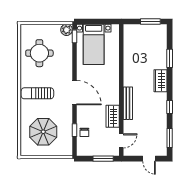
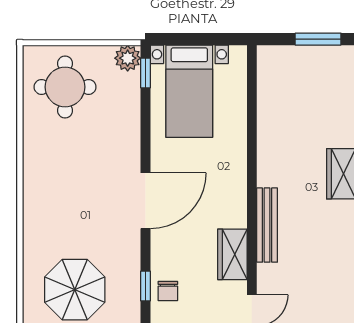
round table: (39, 53) -> (65, 87), moved
sun lounger: (37, 93) -> (61, 202), removed
door: (74, 93) -> (146, 201), hinge flipped

